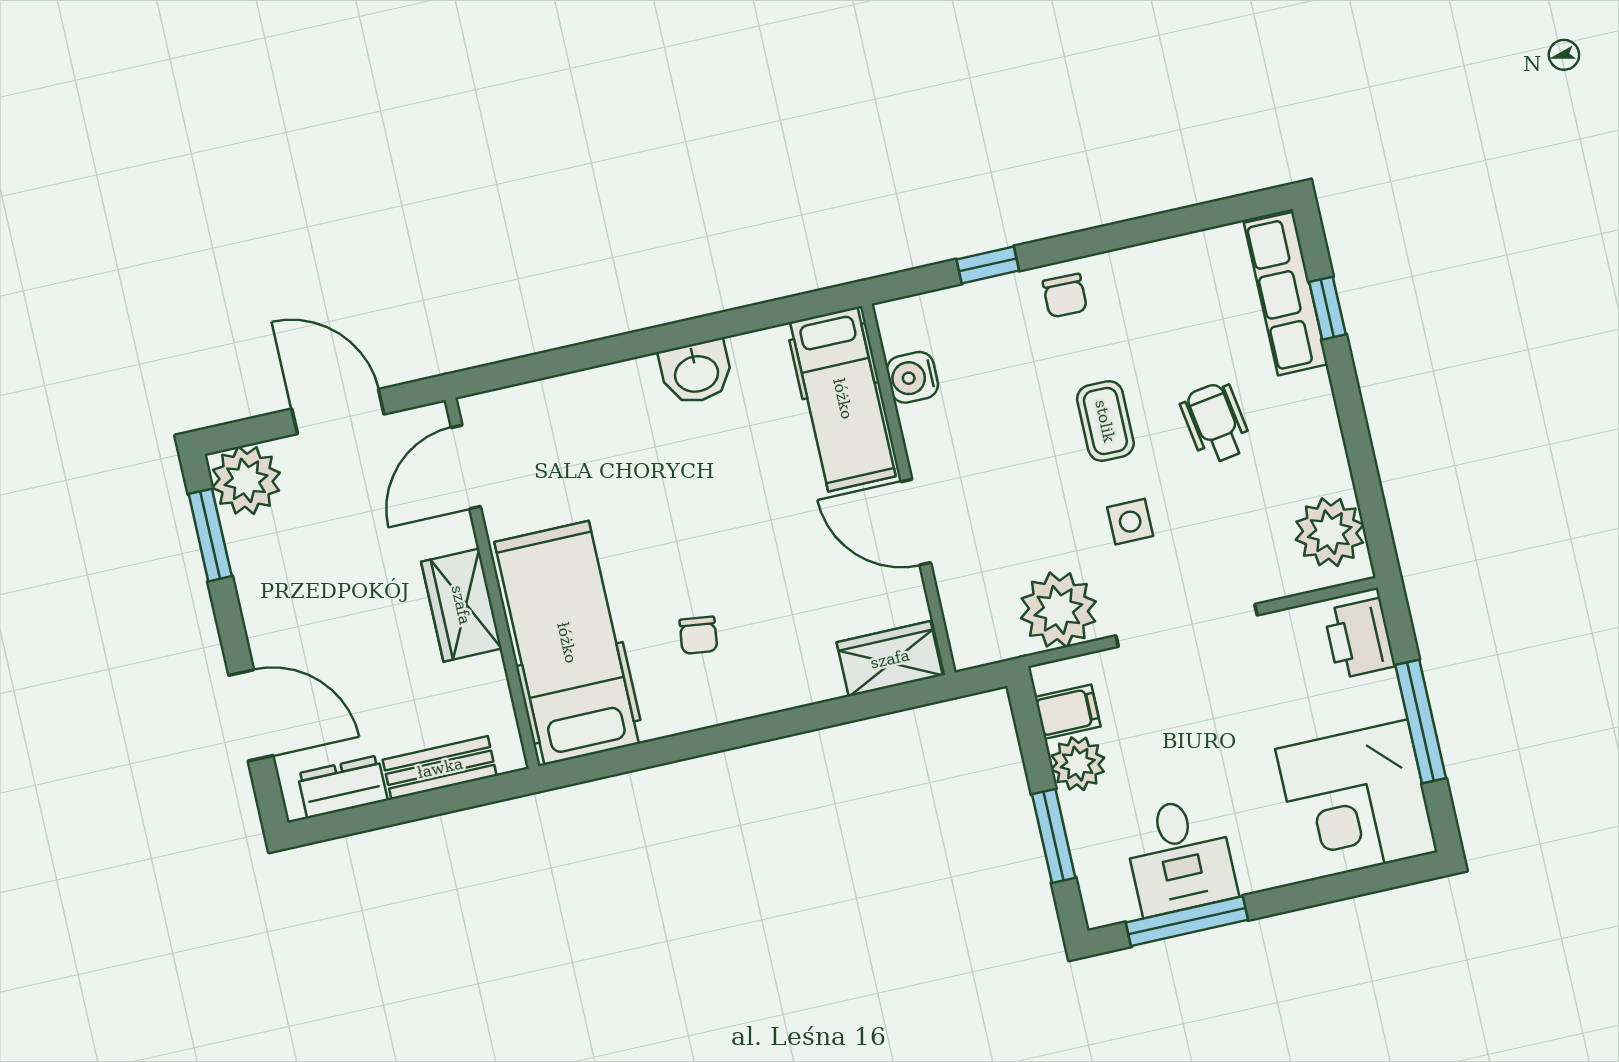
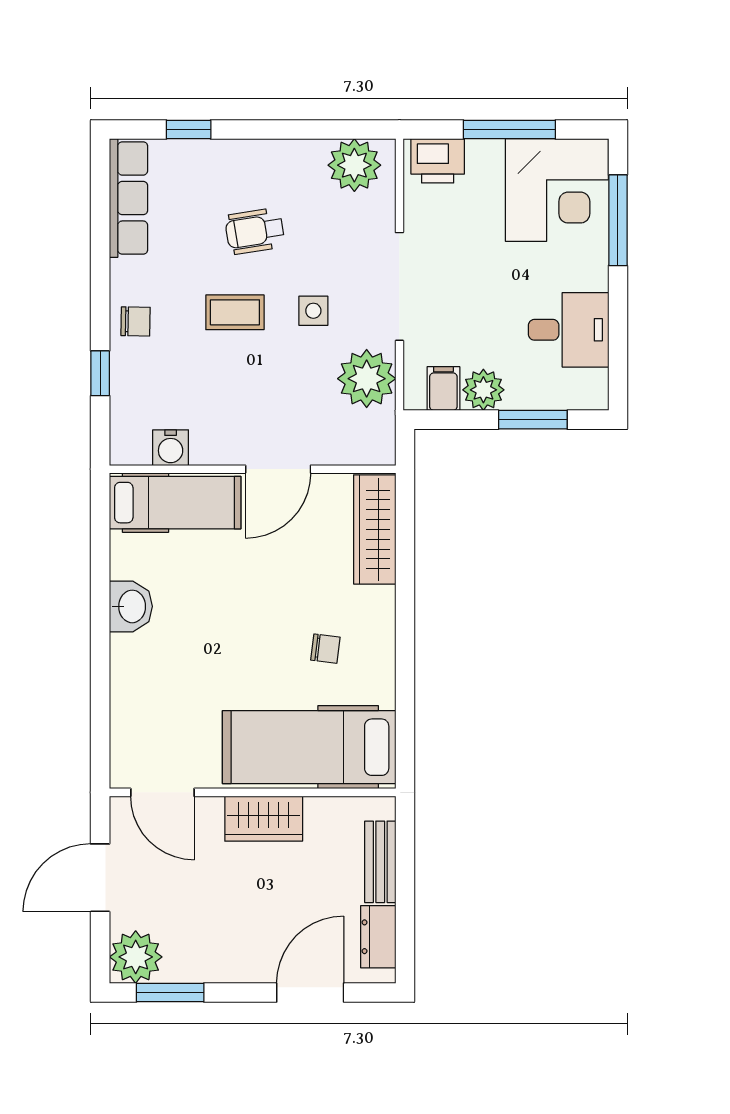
row of seats: (1286, 294) -> (129, 198), moved, turned -90
wardrobe: (890, 659) -> (375, 529), width x1.50
window: (1187, 921) -> (618, 220), moved

